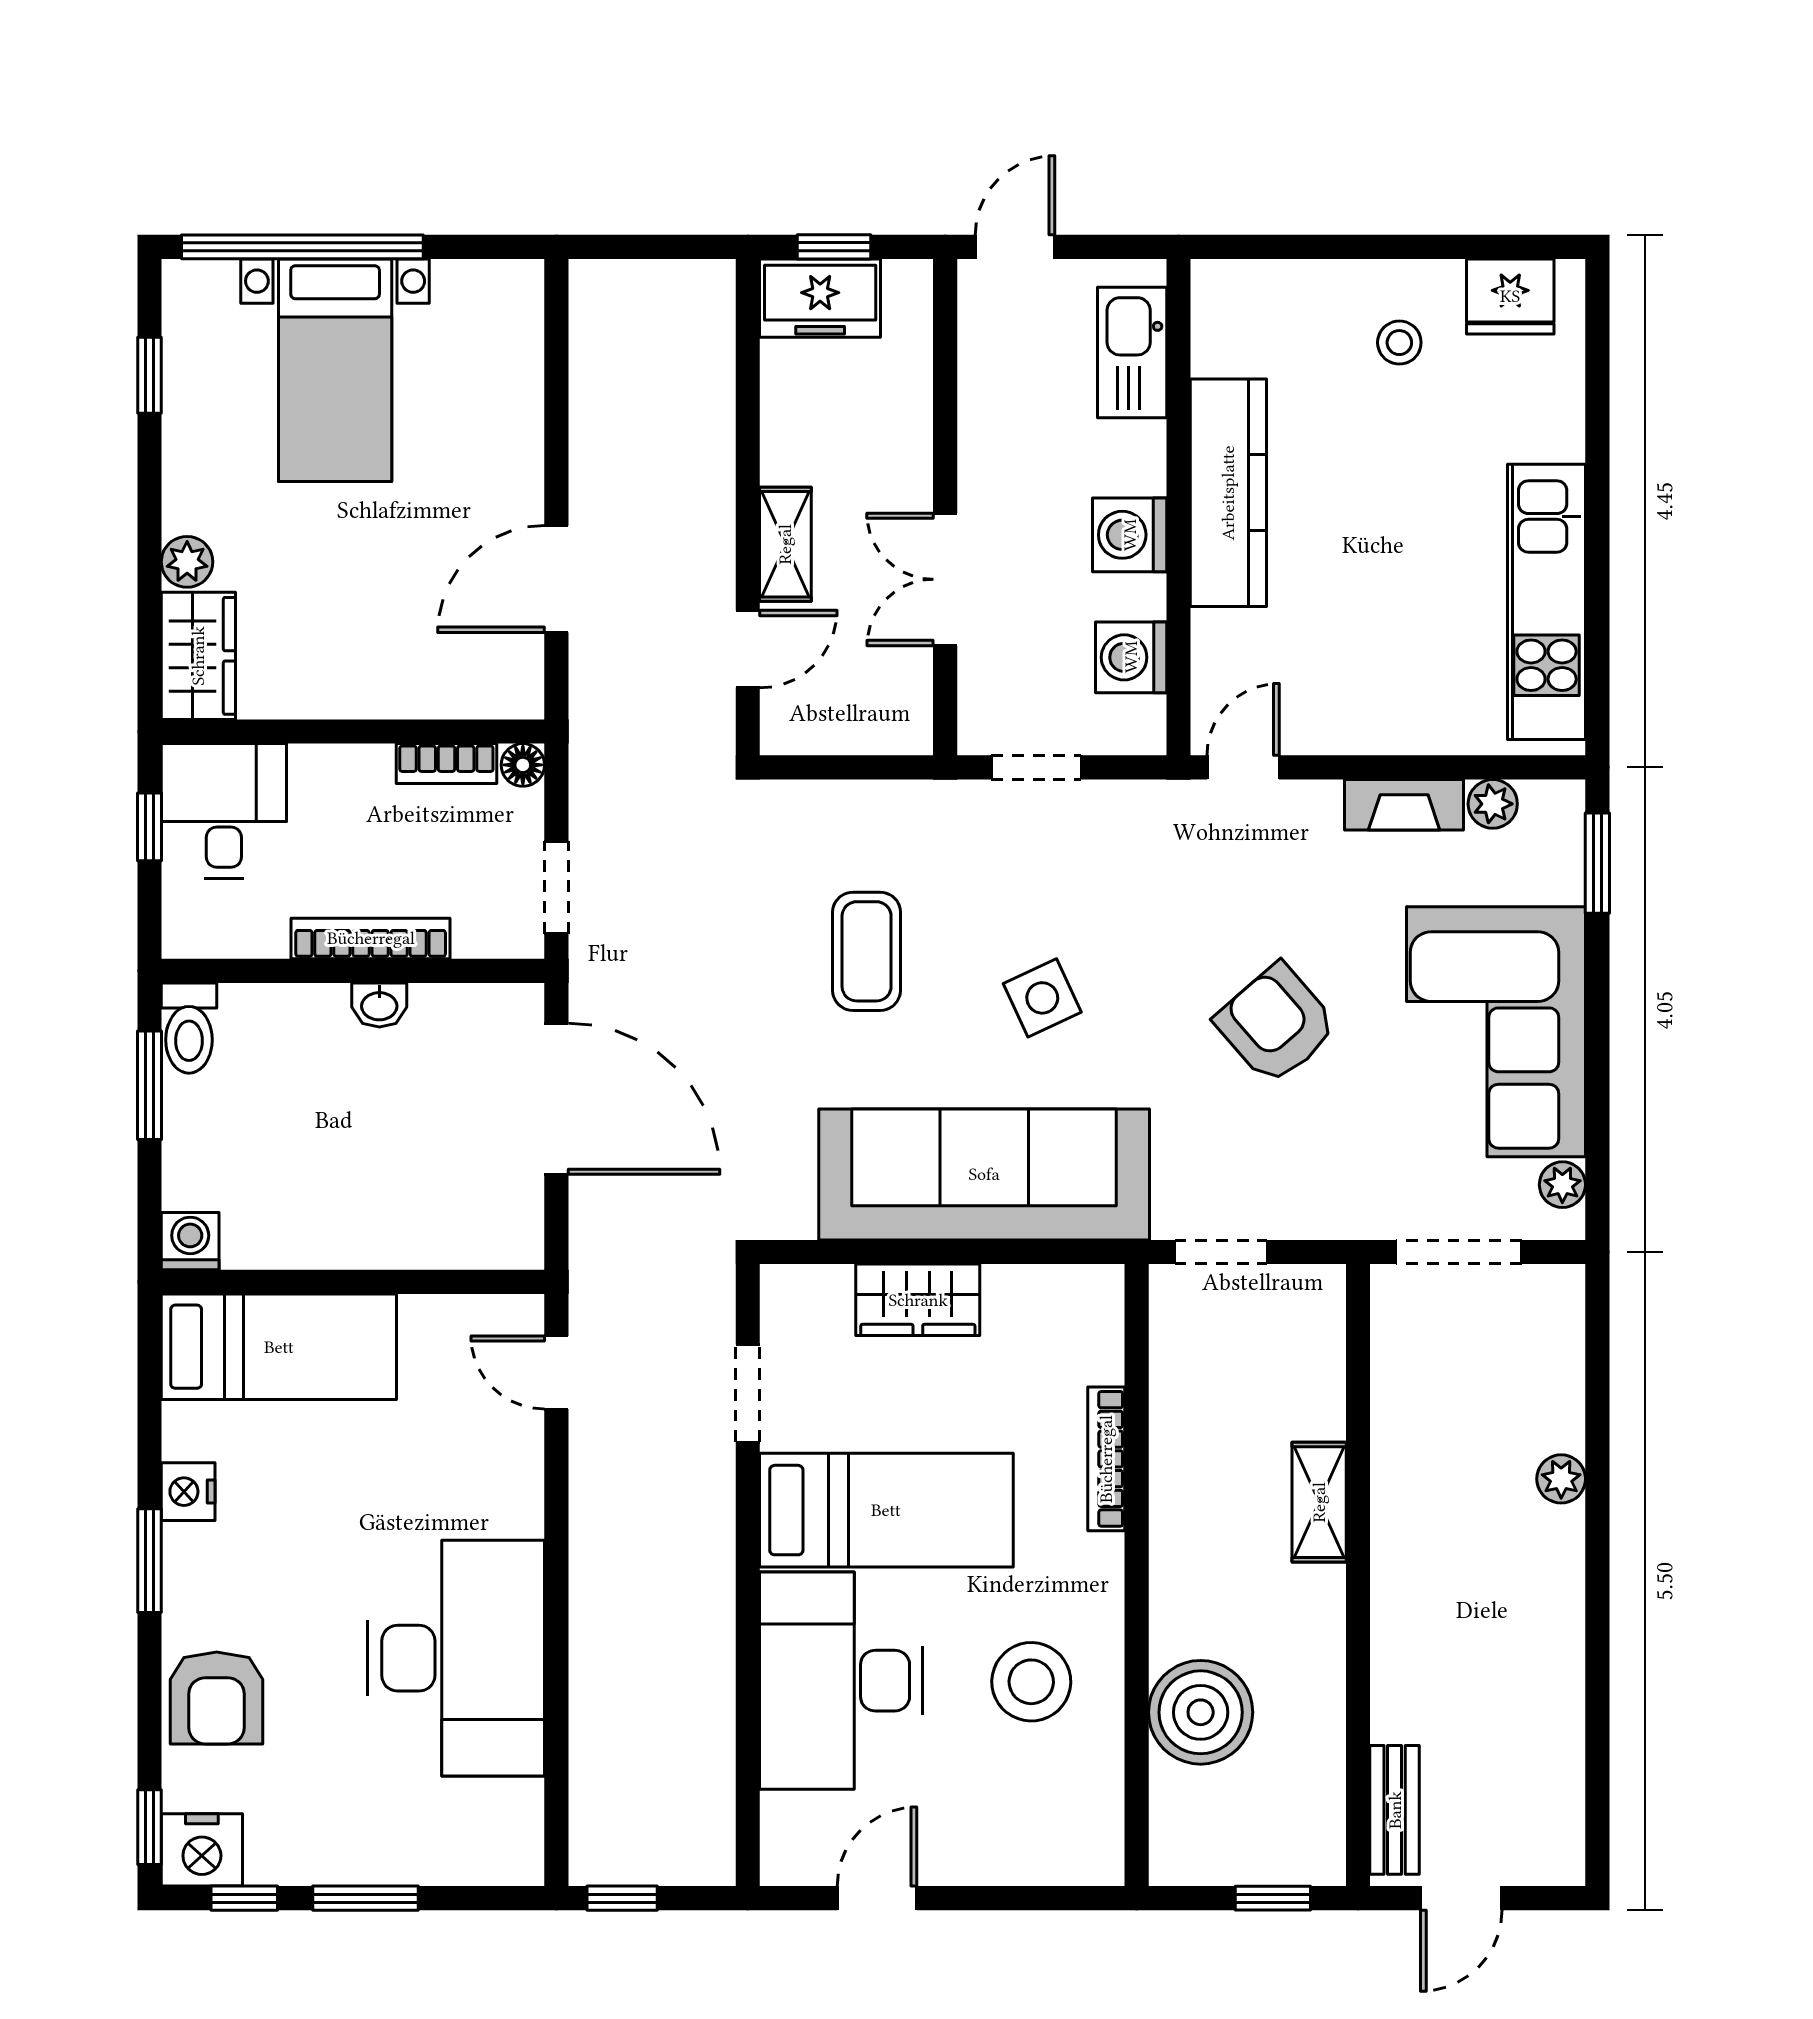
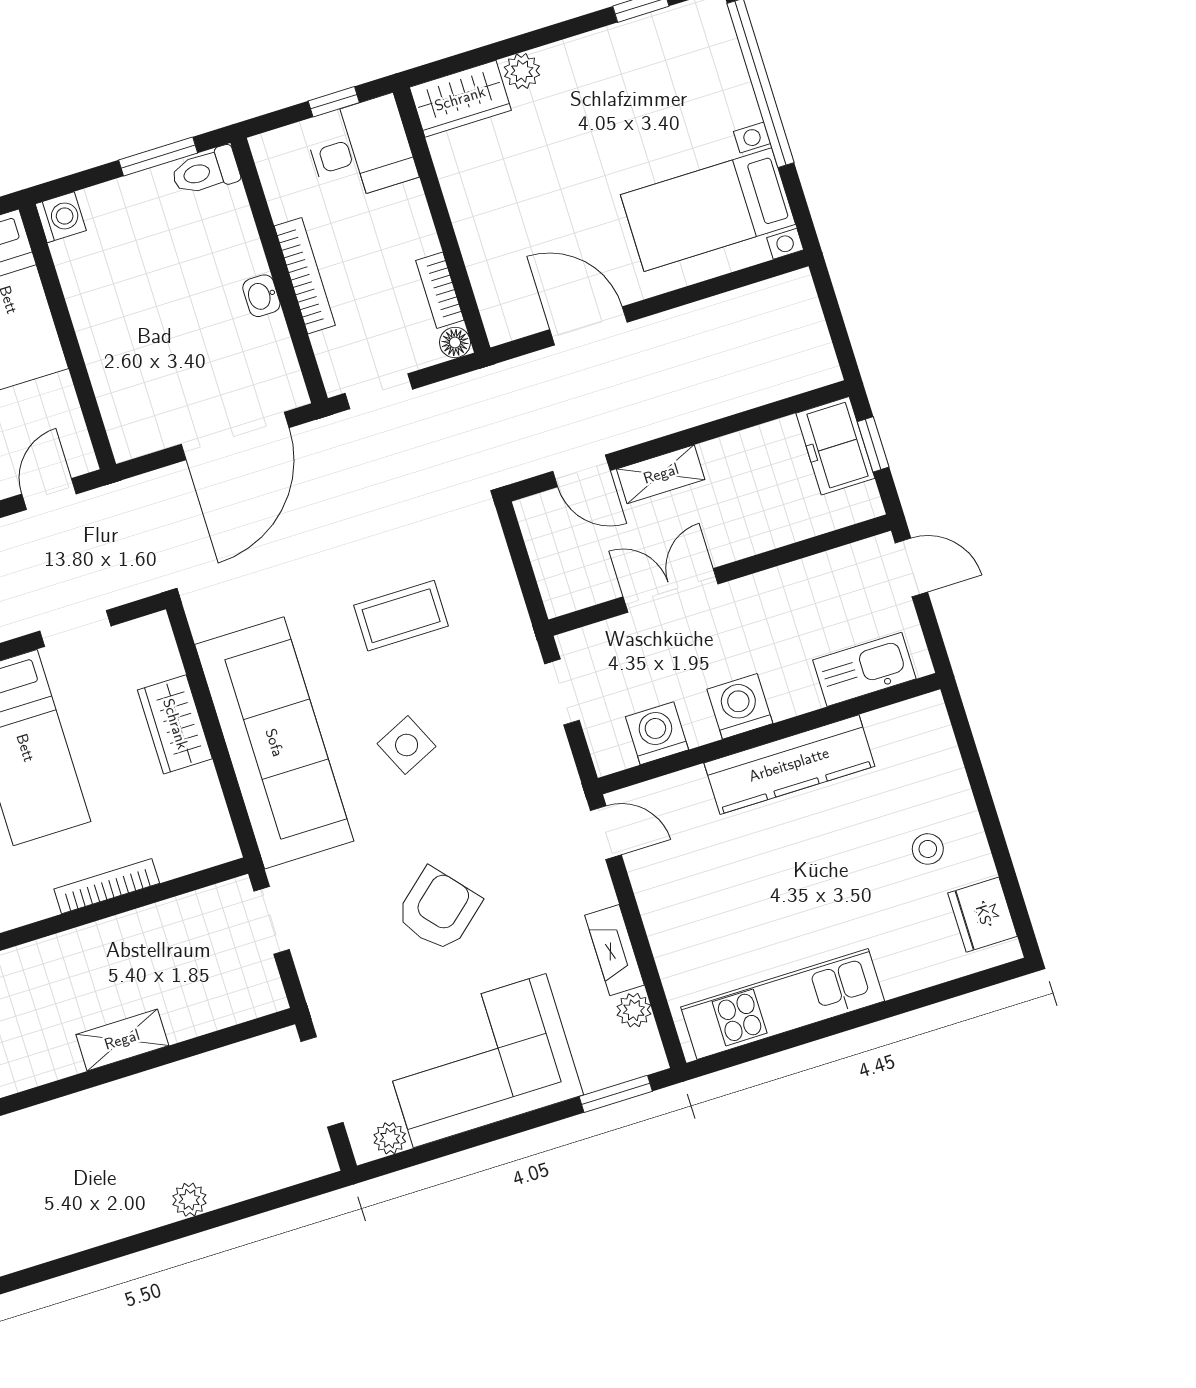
bed with nightstands: (335, 370) -> (708, 210), moved

